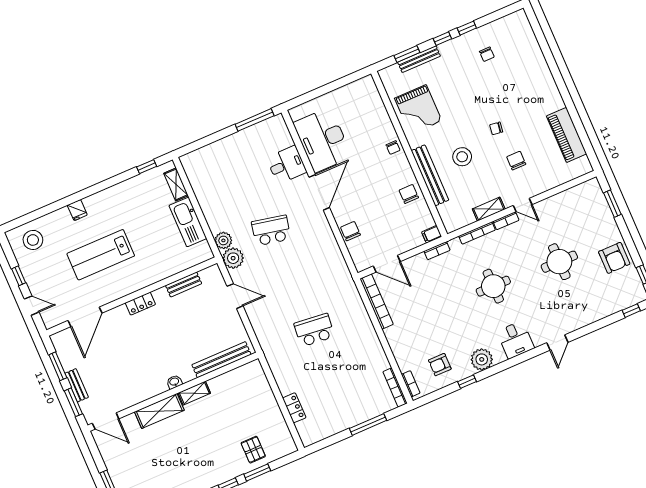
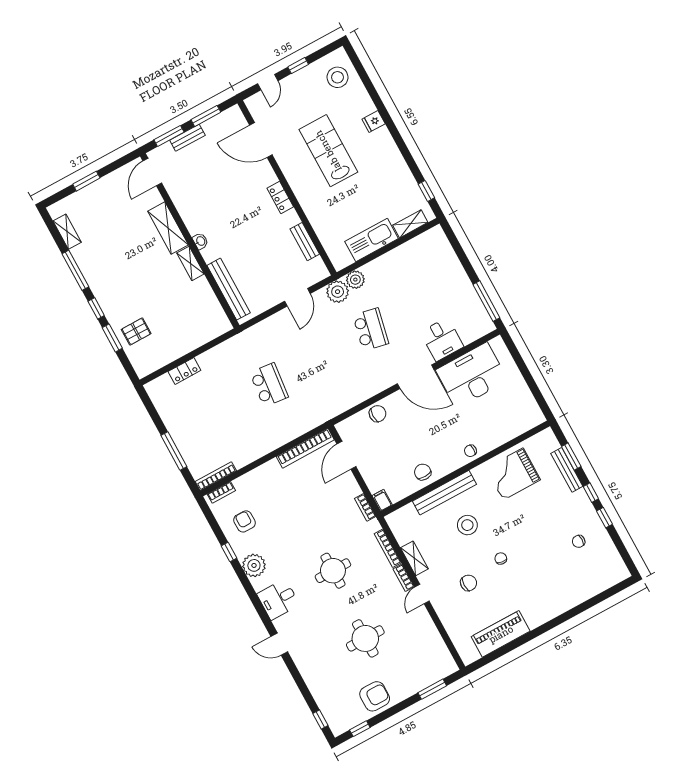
chair: (409, 194) -> (423, 472), turned -90
armchair: (614, 258) -> (375, 696), turned 180

